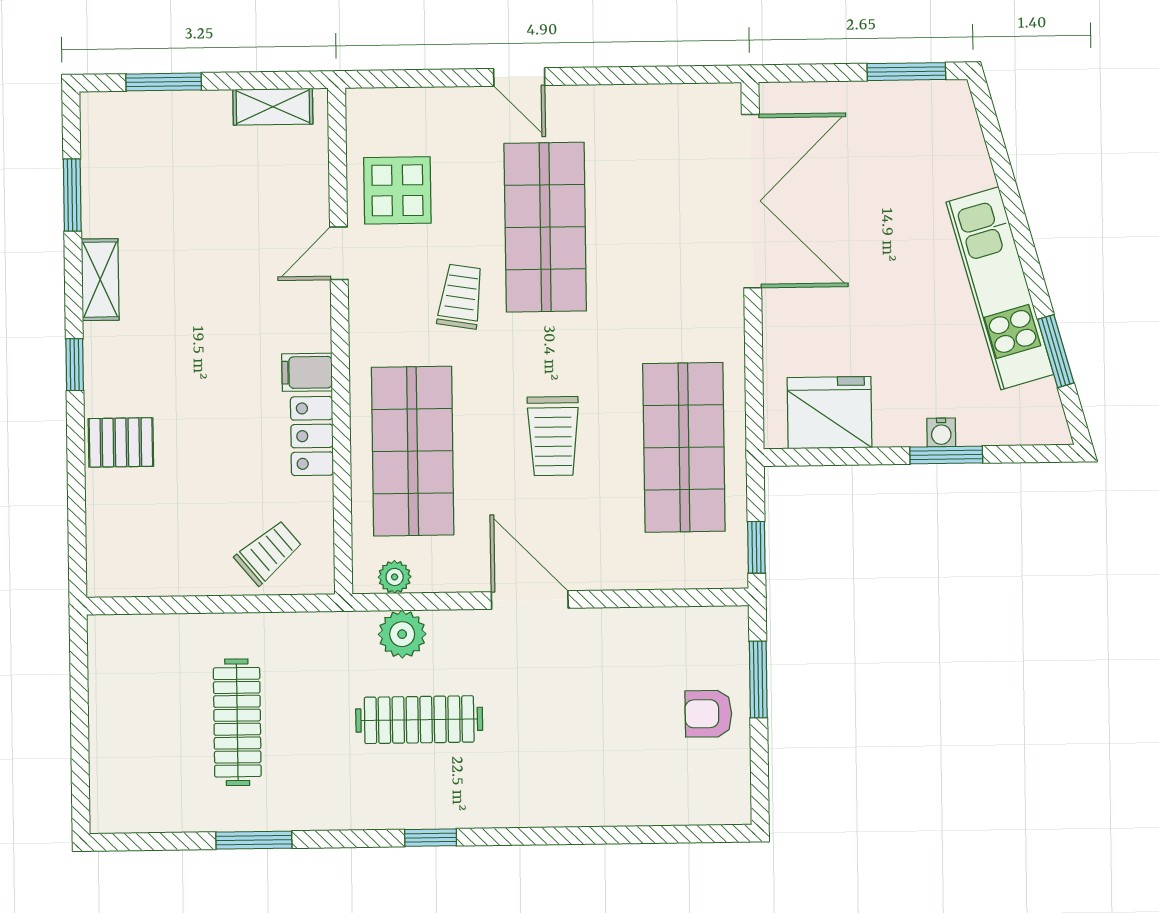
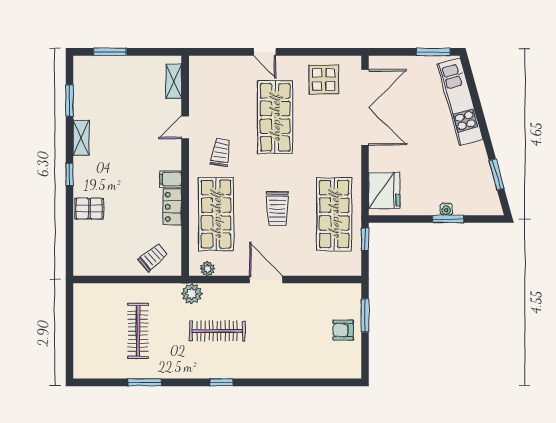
shelving: (273, 107) -> (174, 81), moved, turned 90
display table: (397, 190) -> (324, 79), moved
kitchen unit: (1000, 288) -> (460, 102), moved
trolley: (461, 297) -> (221, 152), moved
fridge: (829, 413) -> (384, 191), moved, turned 90
window: (756, 547) -> (365, 239), moved
plant: (402, 634) -> (192, 294), moved

